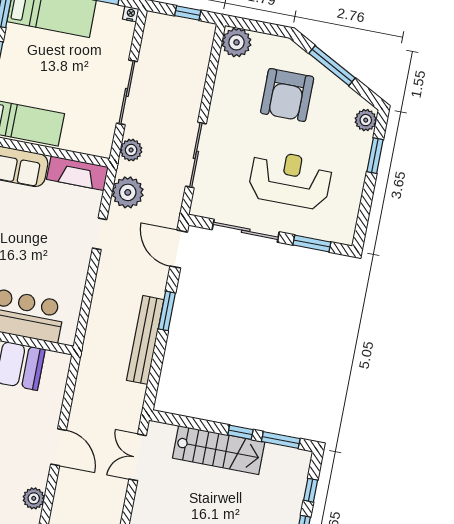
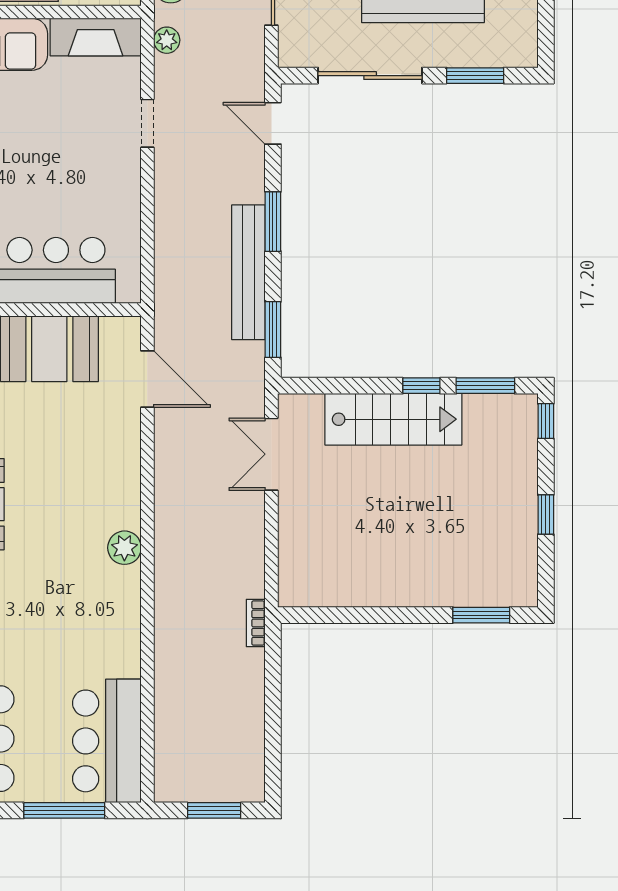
plant: (128, 192) -> (167, 40), width x0.53, depth x0.53
door: (179, 249) -> (273, 123), width x0.73
window: (154, 379) -> (273, 330), added
door: (59, 447) -> (147, 379), moved
window: (311, 490) -> (546, 421), moved

